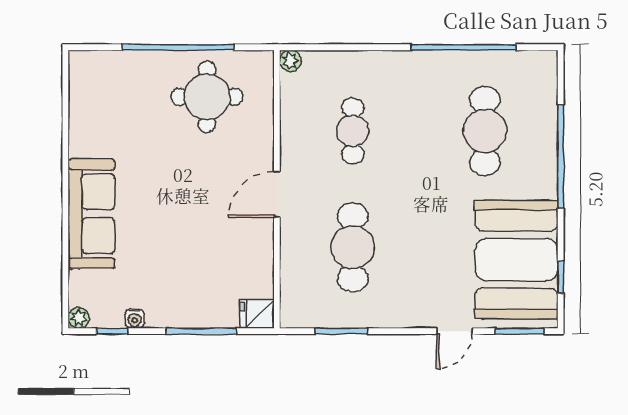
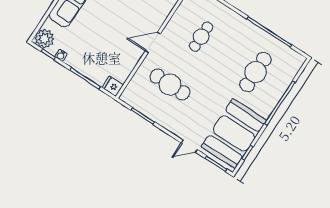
cafe table: (353, 247) -> (170, 84), turned 90
plant: (79, 318) -> (44, 39), width x1.88, depth x1.88

